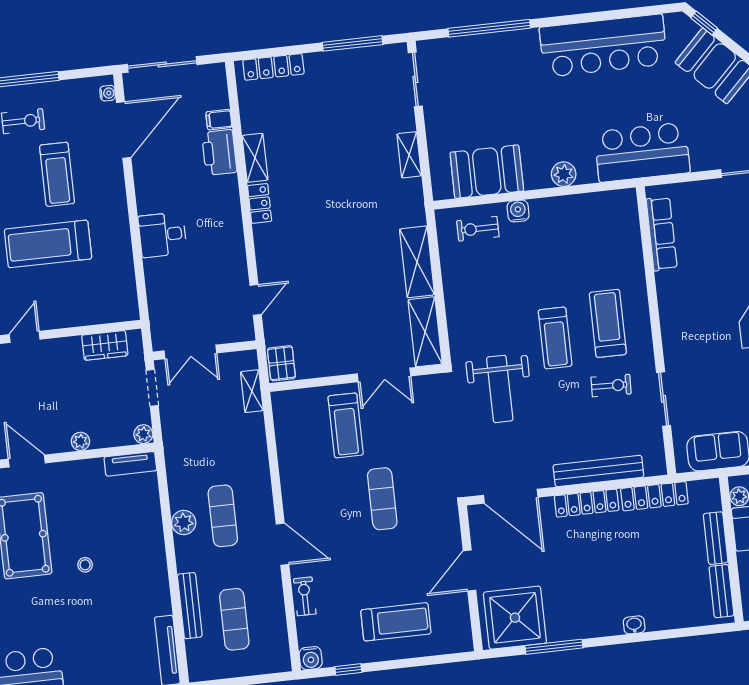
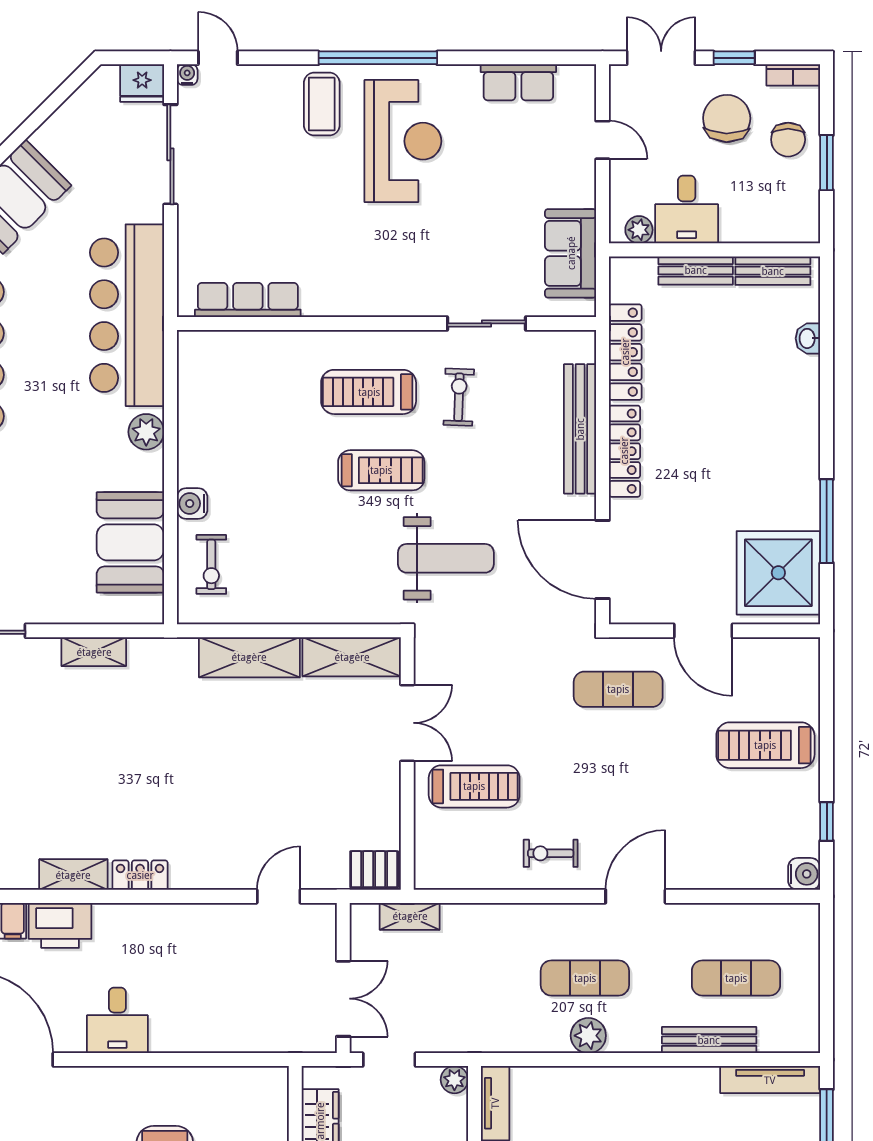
bar counter: (642, 152) -> (127, 315), width x1.36
desk: (162, 235) -> (117, 1020), moved
door: (256, 300) -> (279, 896), hinge flipped
door: (511, 496) -> (603, 559), swing flipped
exercise mat: (382, 499) -> (618, 689), moved
exercise bike: (305, 596) -> (551, 853), moved
treadmill: (396, 622) -> (765, 745), turned -90
washbasin: (634, 625) -> (808, 338), moved

